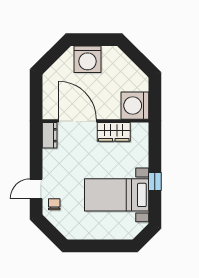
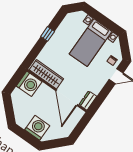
wardrobe: (114, 132) -> (46, 74), width x1.50
bed with nightstands: (117, 195) -> (91, 43), moved, turned 90

